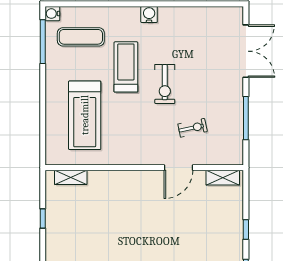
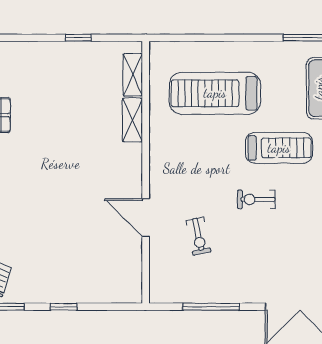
exercise bike: (165, 84) -> (256, 199), width x0.73, depth x0.72
shelving: (223, 178) -> (132, 120), moved

